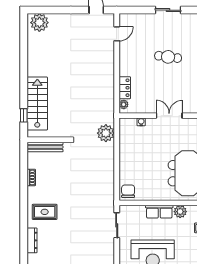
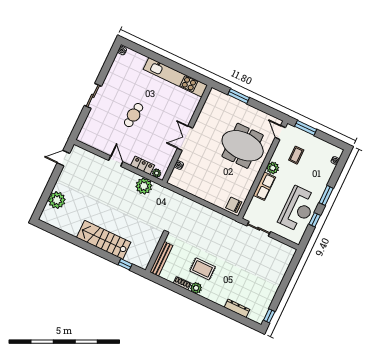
plant: (39, 23) -> (57, 200), moved
door: (117, 34) -> (116, 161), moved
stairs: (37, 104) -> (104, 240), moved
plant: (106, 133) -> (144, 186), moved
plant: (33, 193) -> (196, 288), added
rug: (45, 212) -> (203, 269), moved, turned 90

